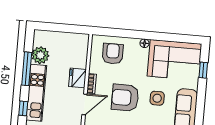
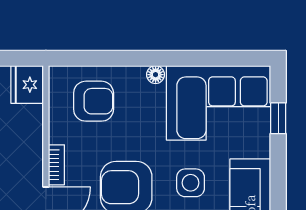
armchair: (113, 54) -> (94, 101), turned 90
fridge: (78, 78) -> (27, 85), moved

